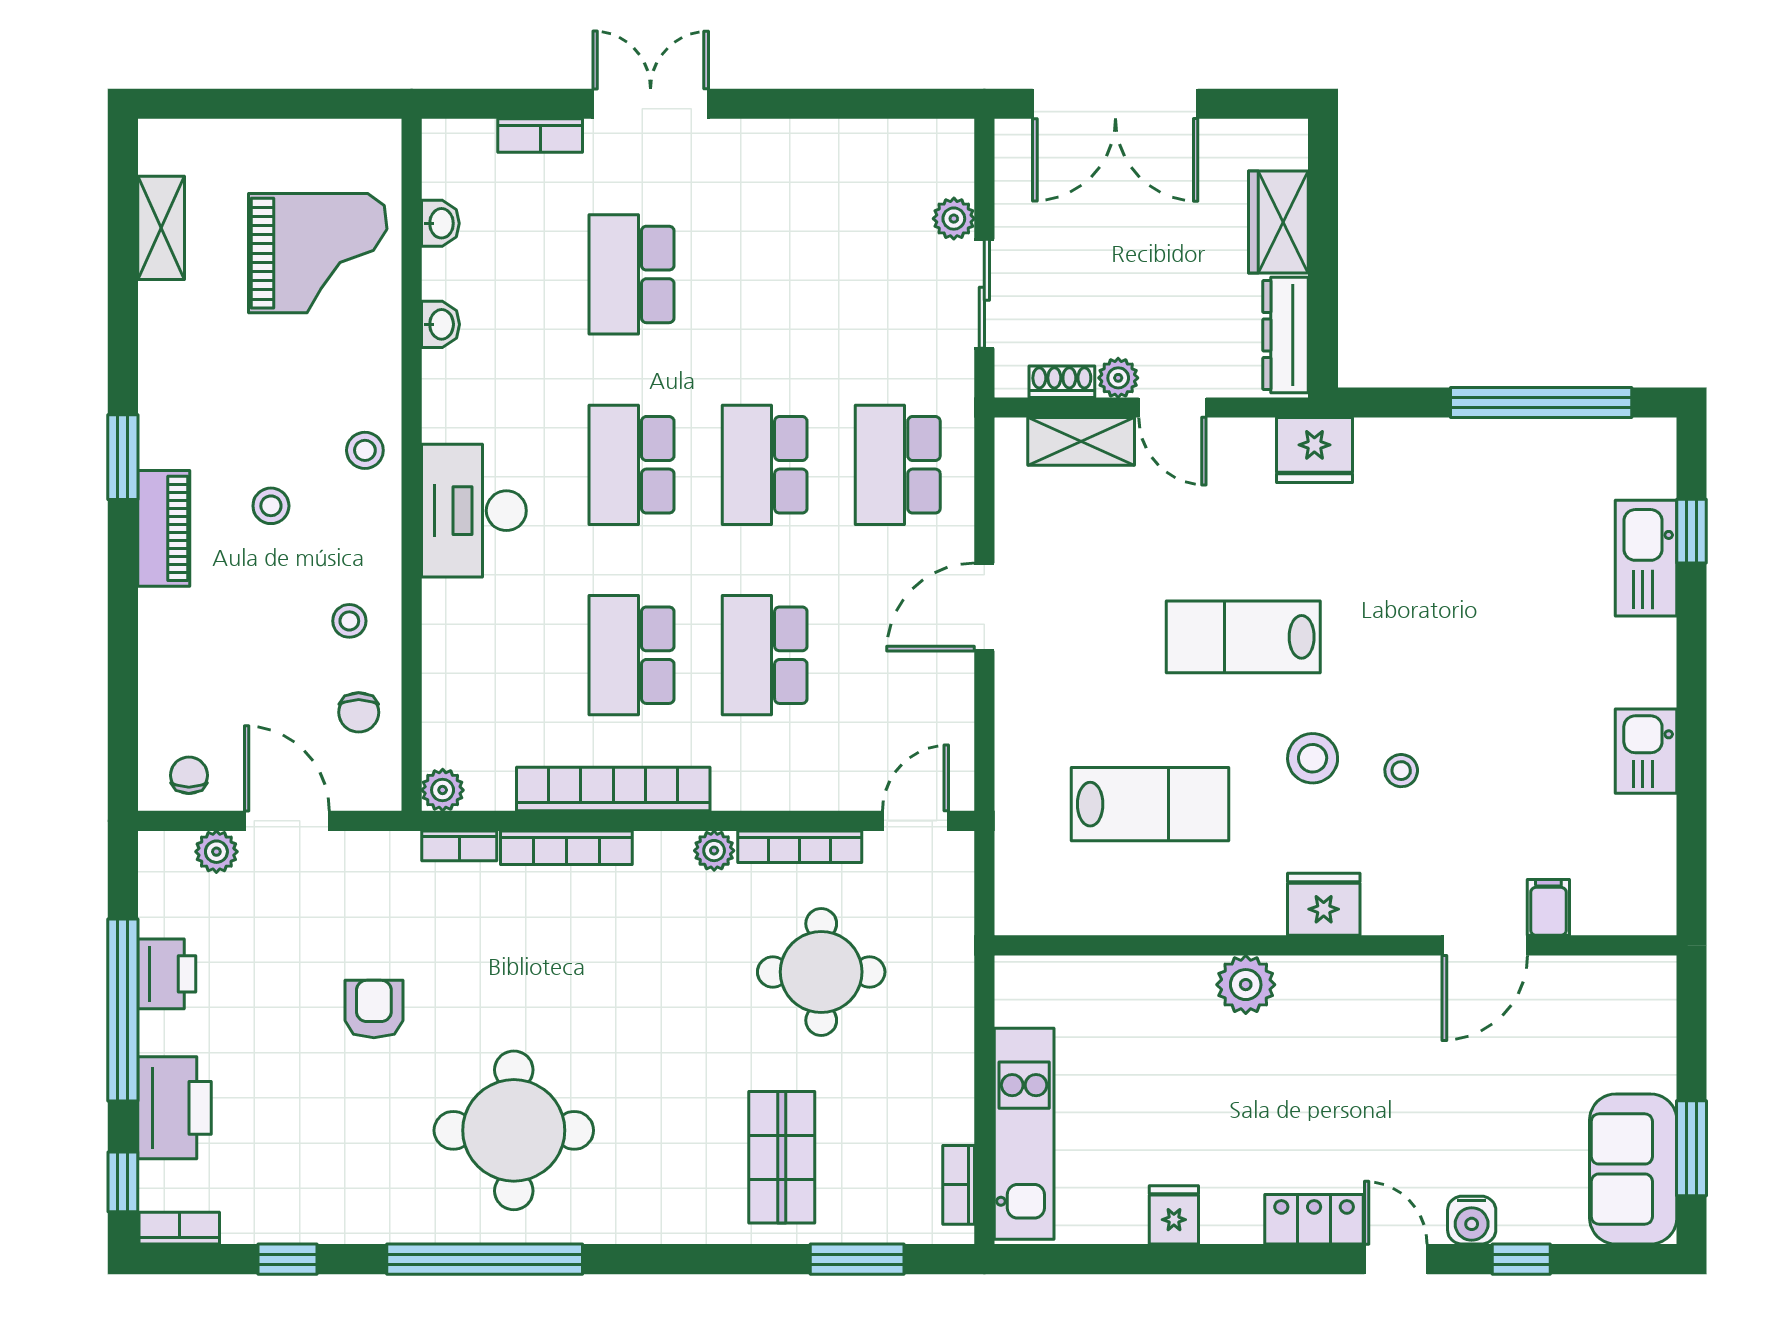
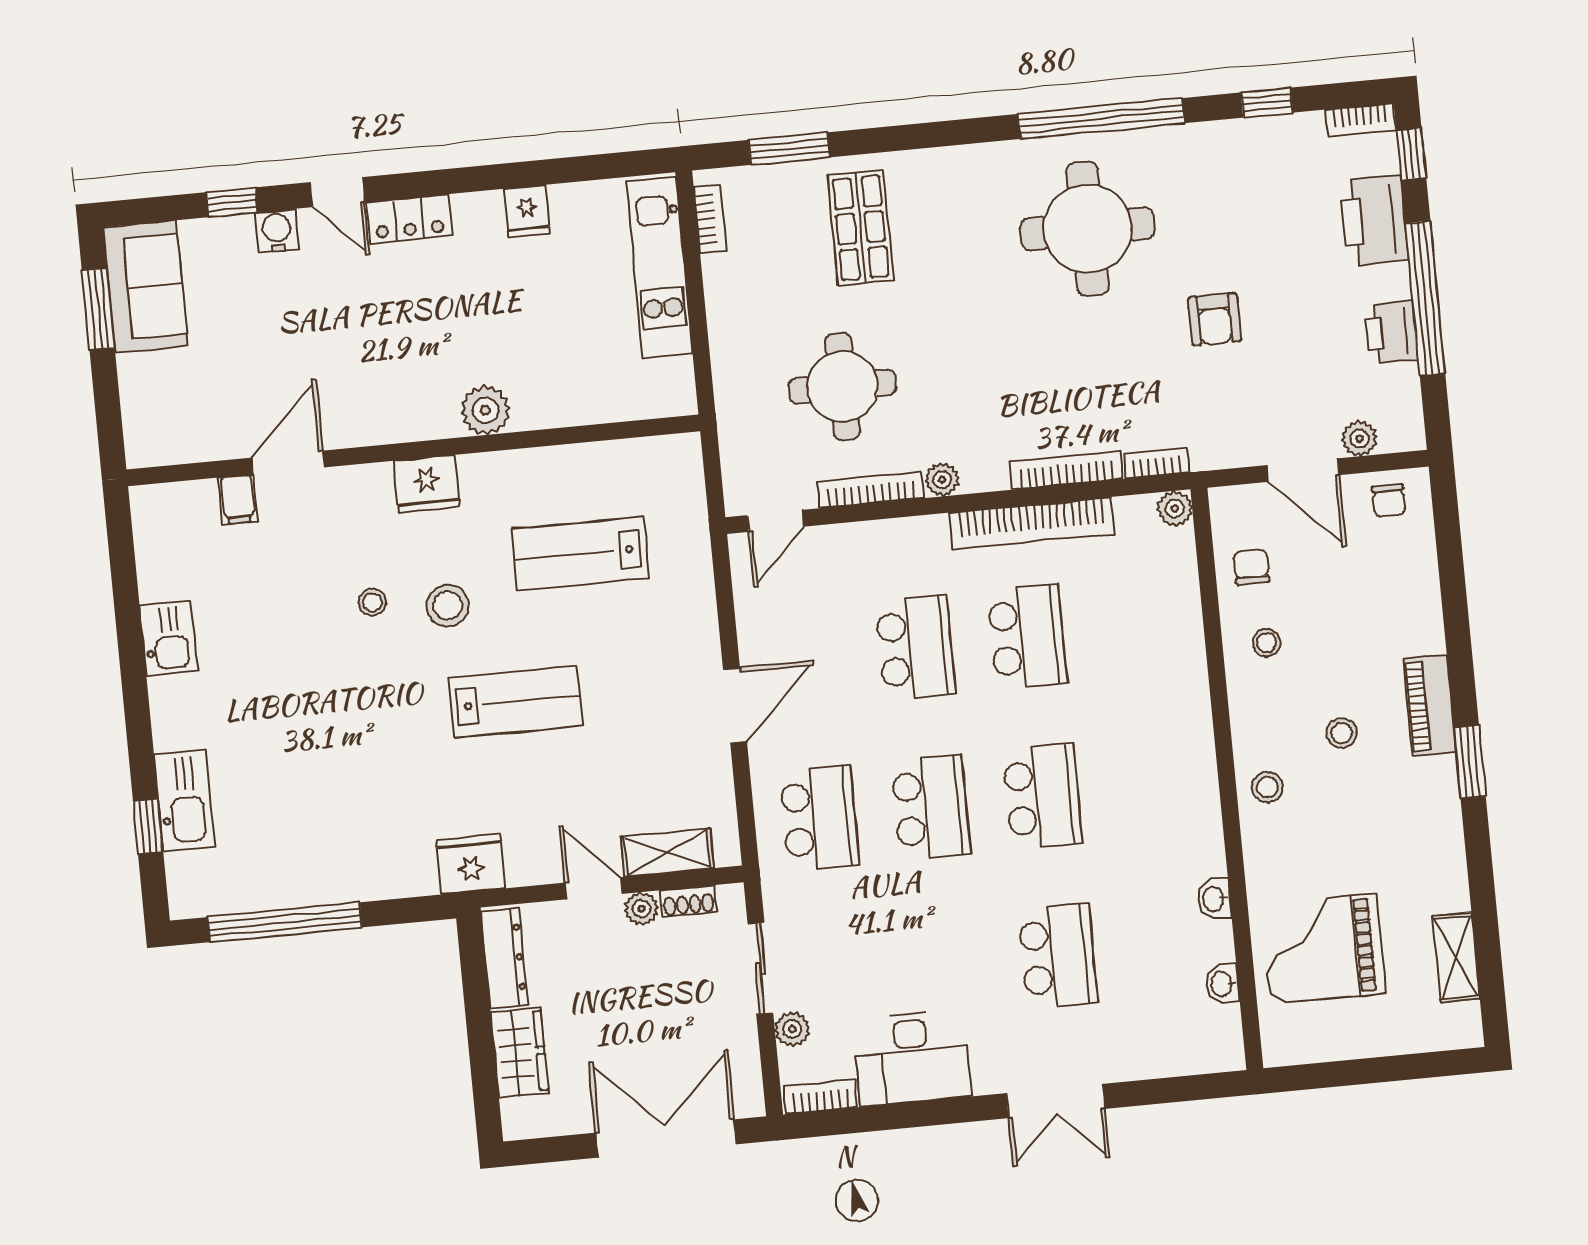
bookcase: (540, 136) -> (820, 1097), moved
desk: (474, 511) -> (912, 1058), moved, turned 90

